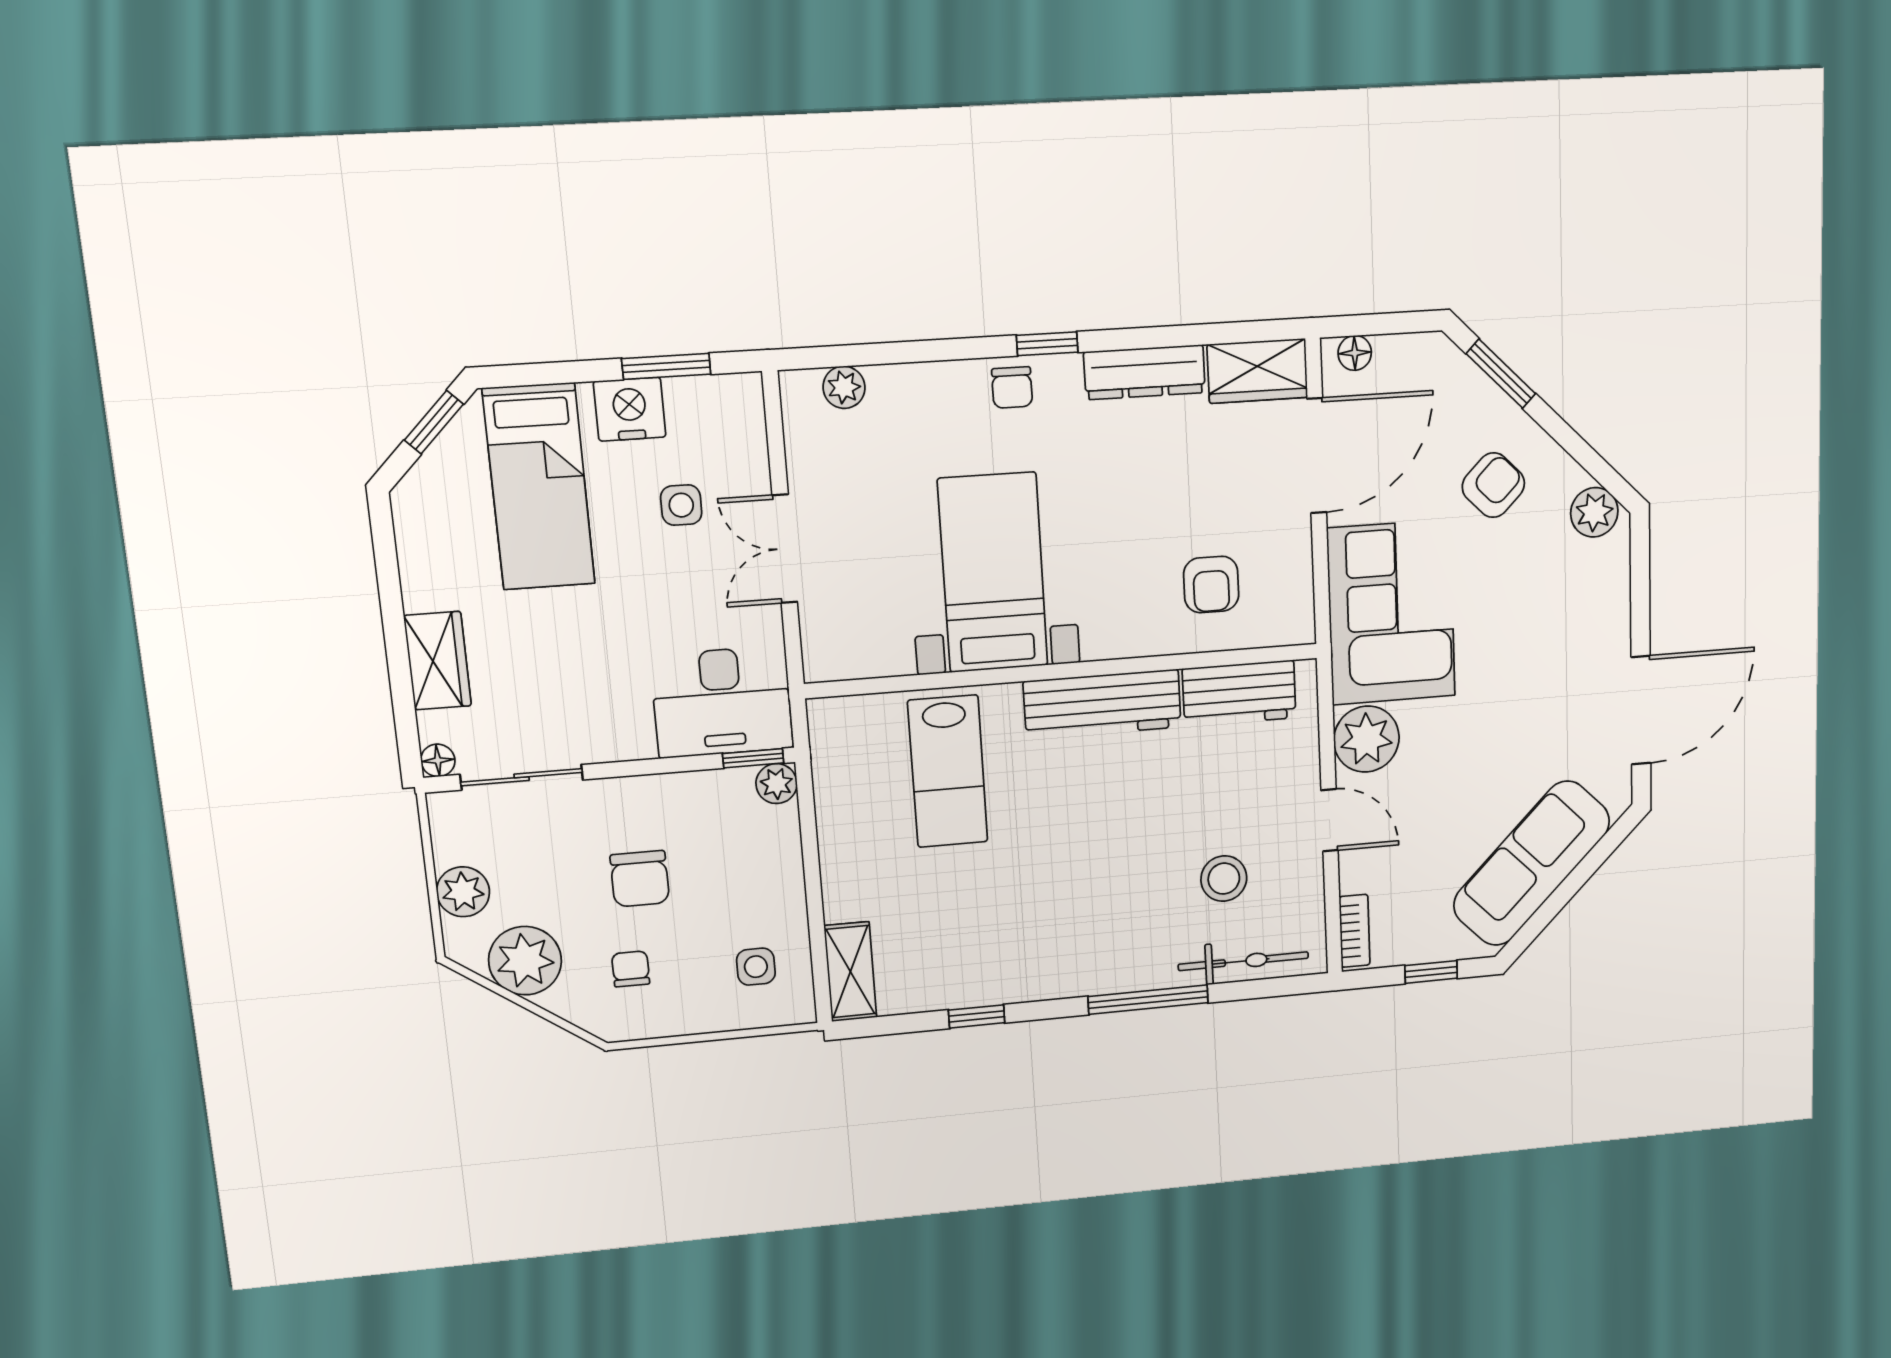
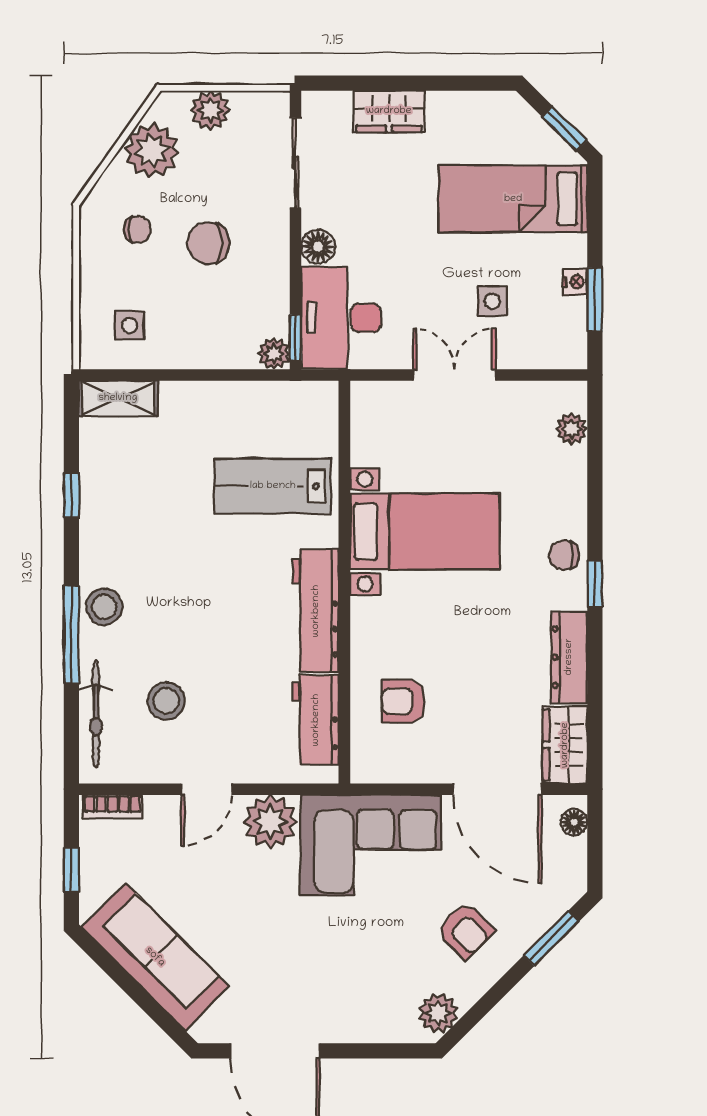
nightstand: (630, 409) -> (575, 282), width x0.53, depth x0.56
floor lamp: (438, 760) -> (318, 247), moved, width x1.37, depth x1.37
stool: (1112, 964) -> (104, 607), added

